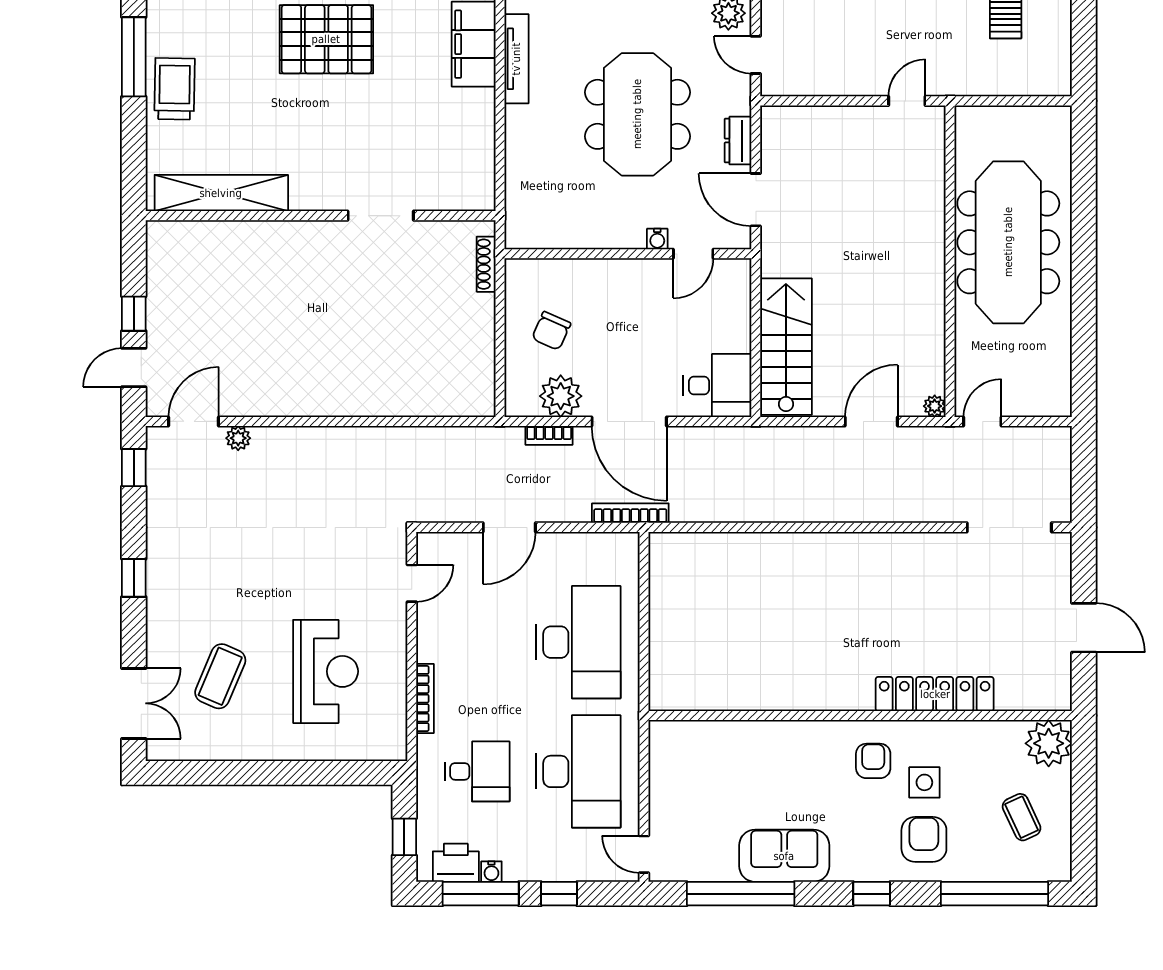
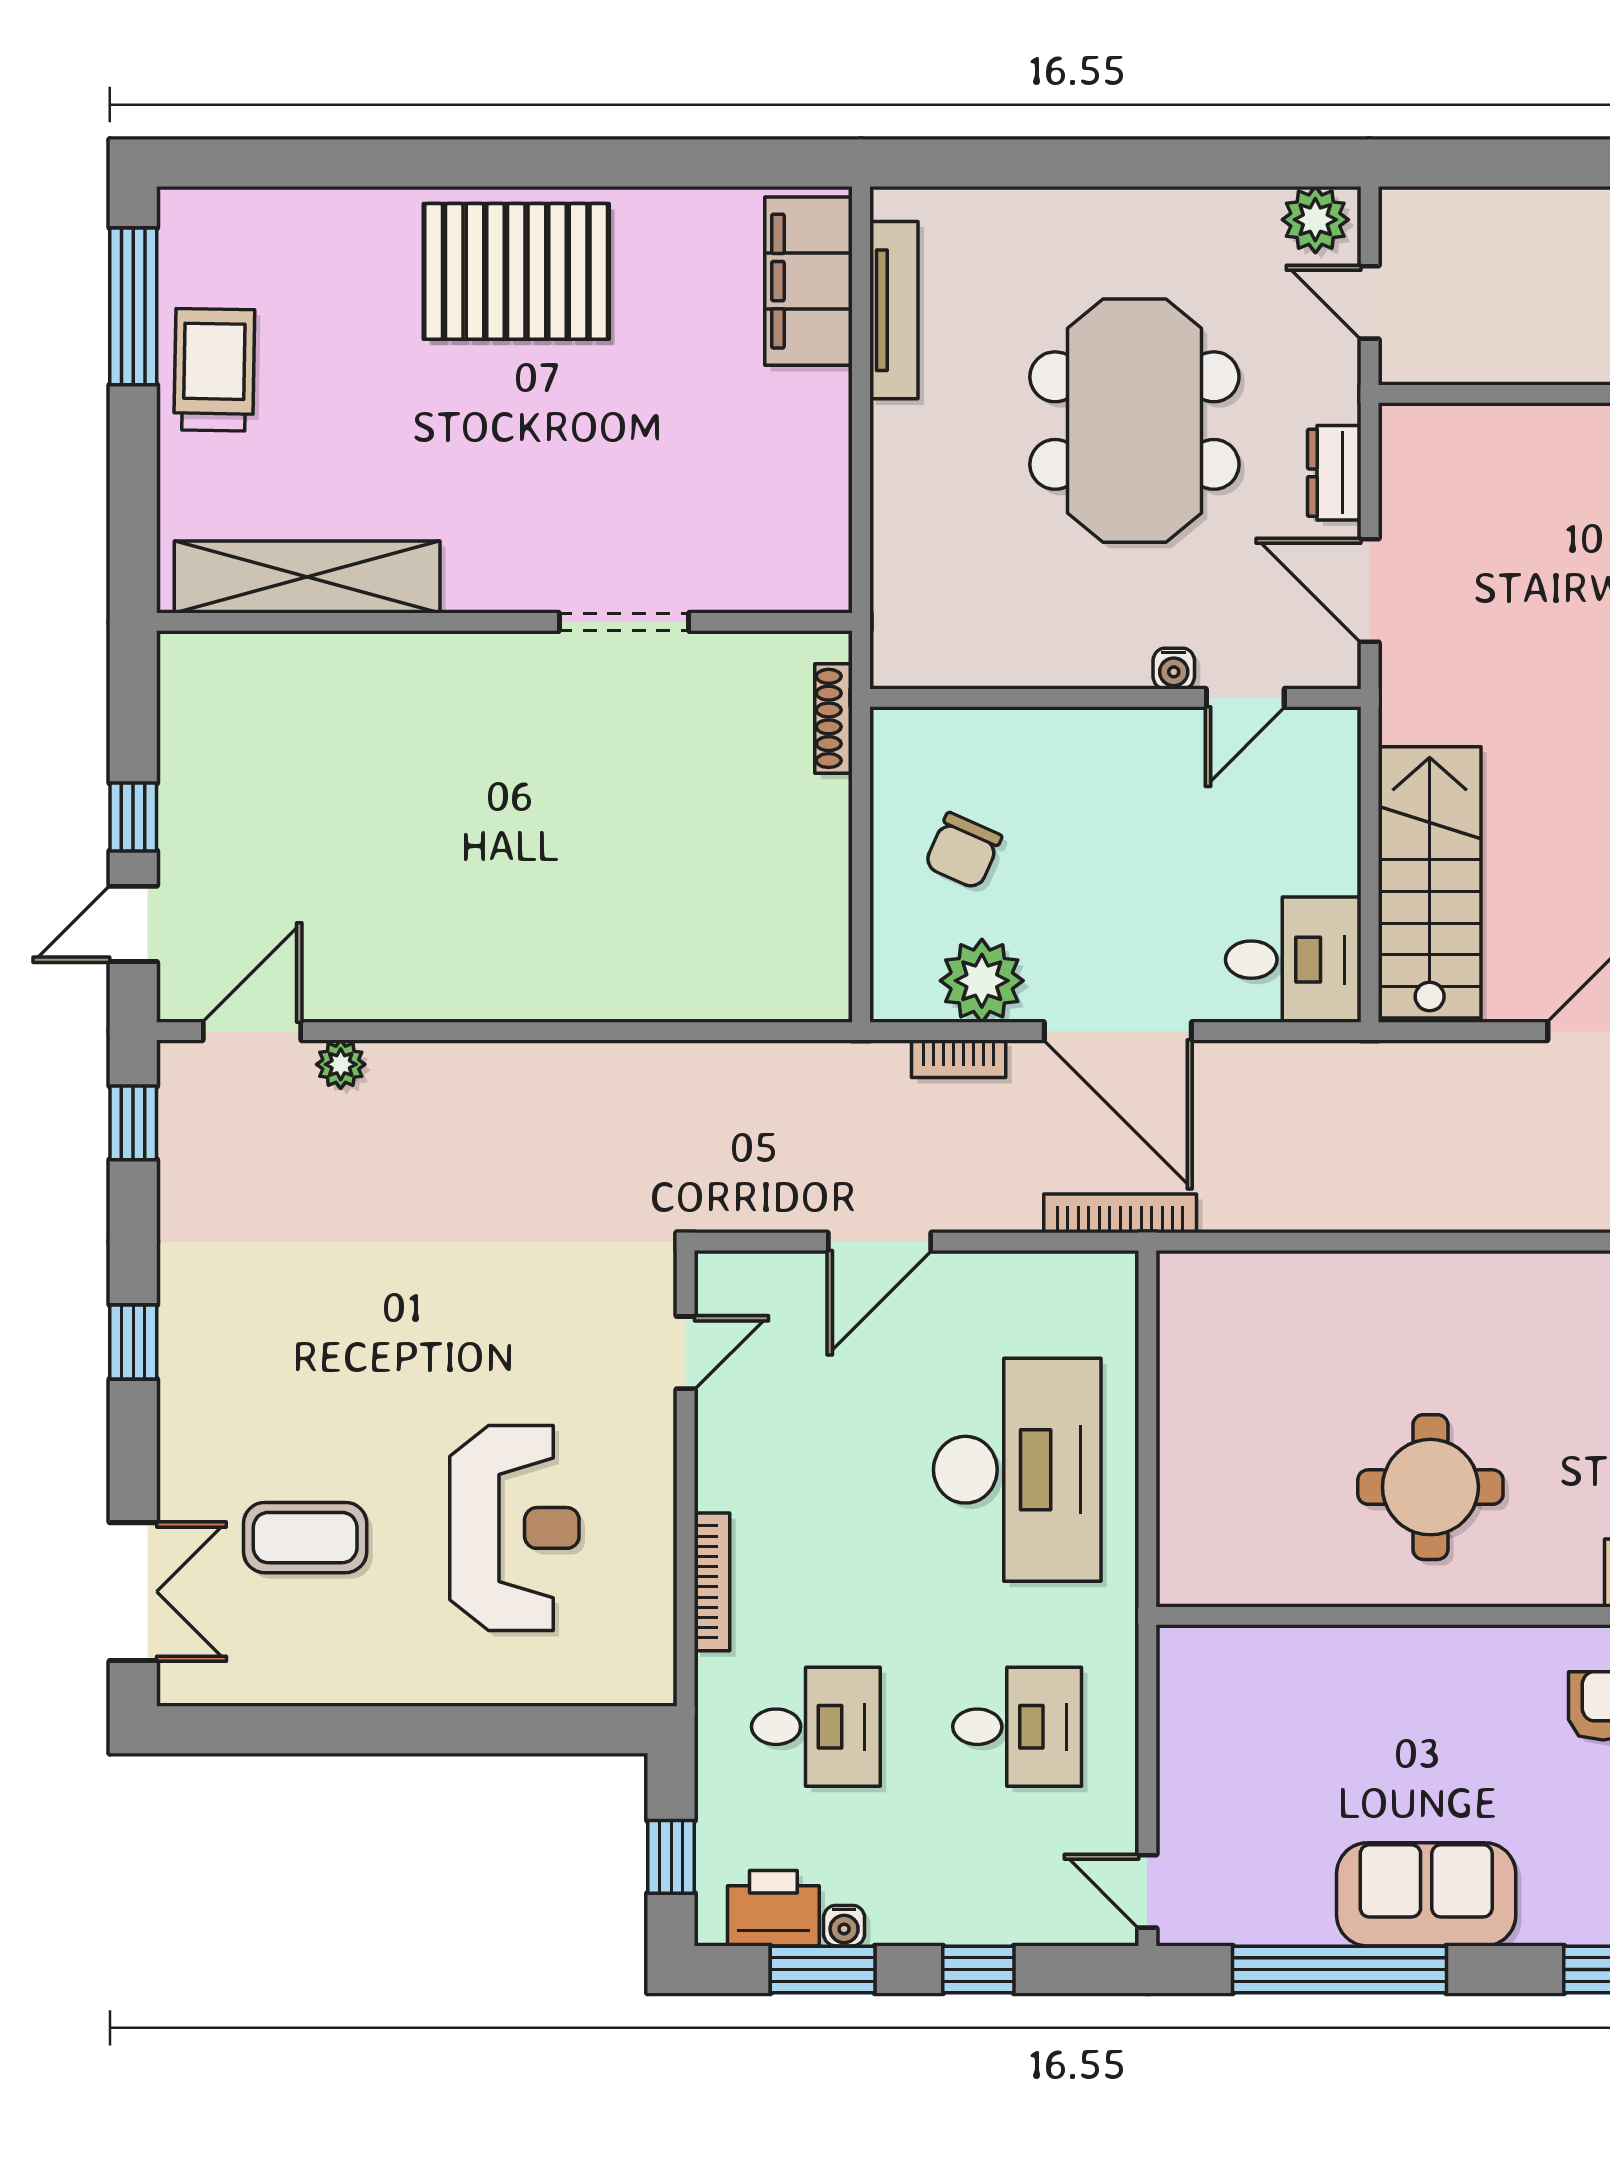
round table: (786, 651) -> (1430, 1487), added
coffee table: (220, 676) -> (305, 1538), turned 67
desk: (578, 771) -> (1017, 1727), width x0.53, depth x0.77
window: (481, 894) -> (823, 1969), width x0.69

